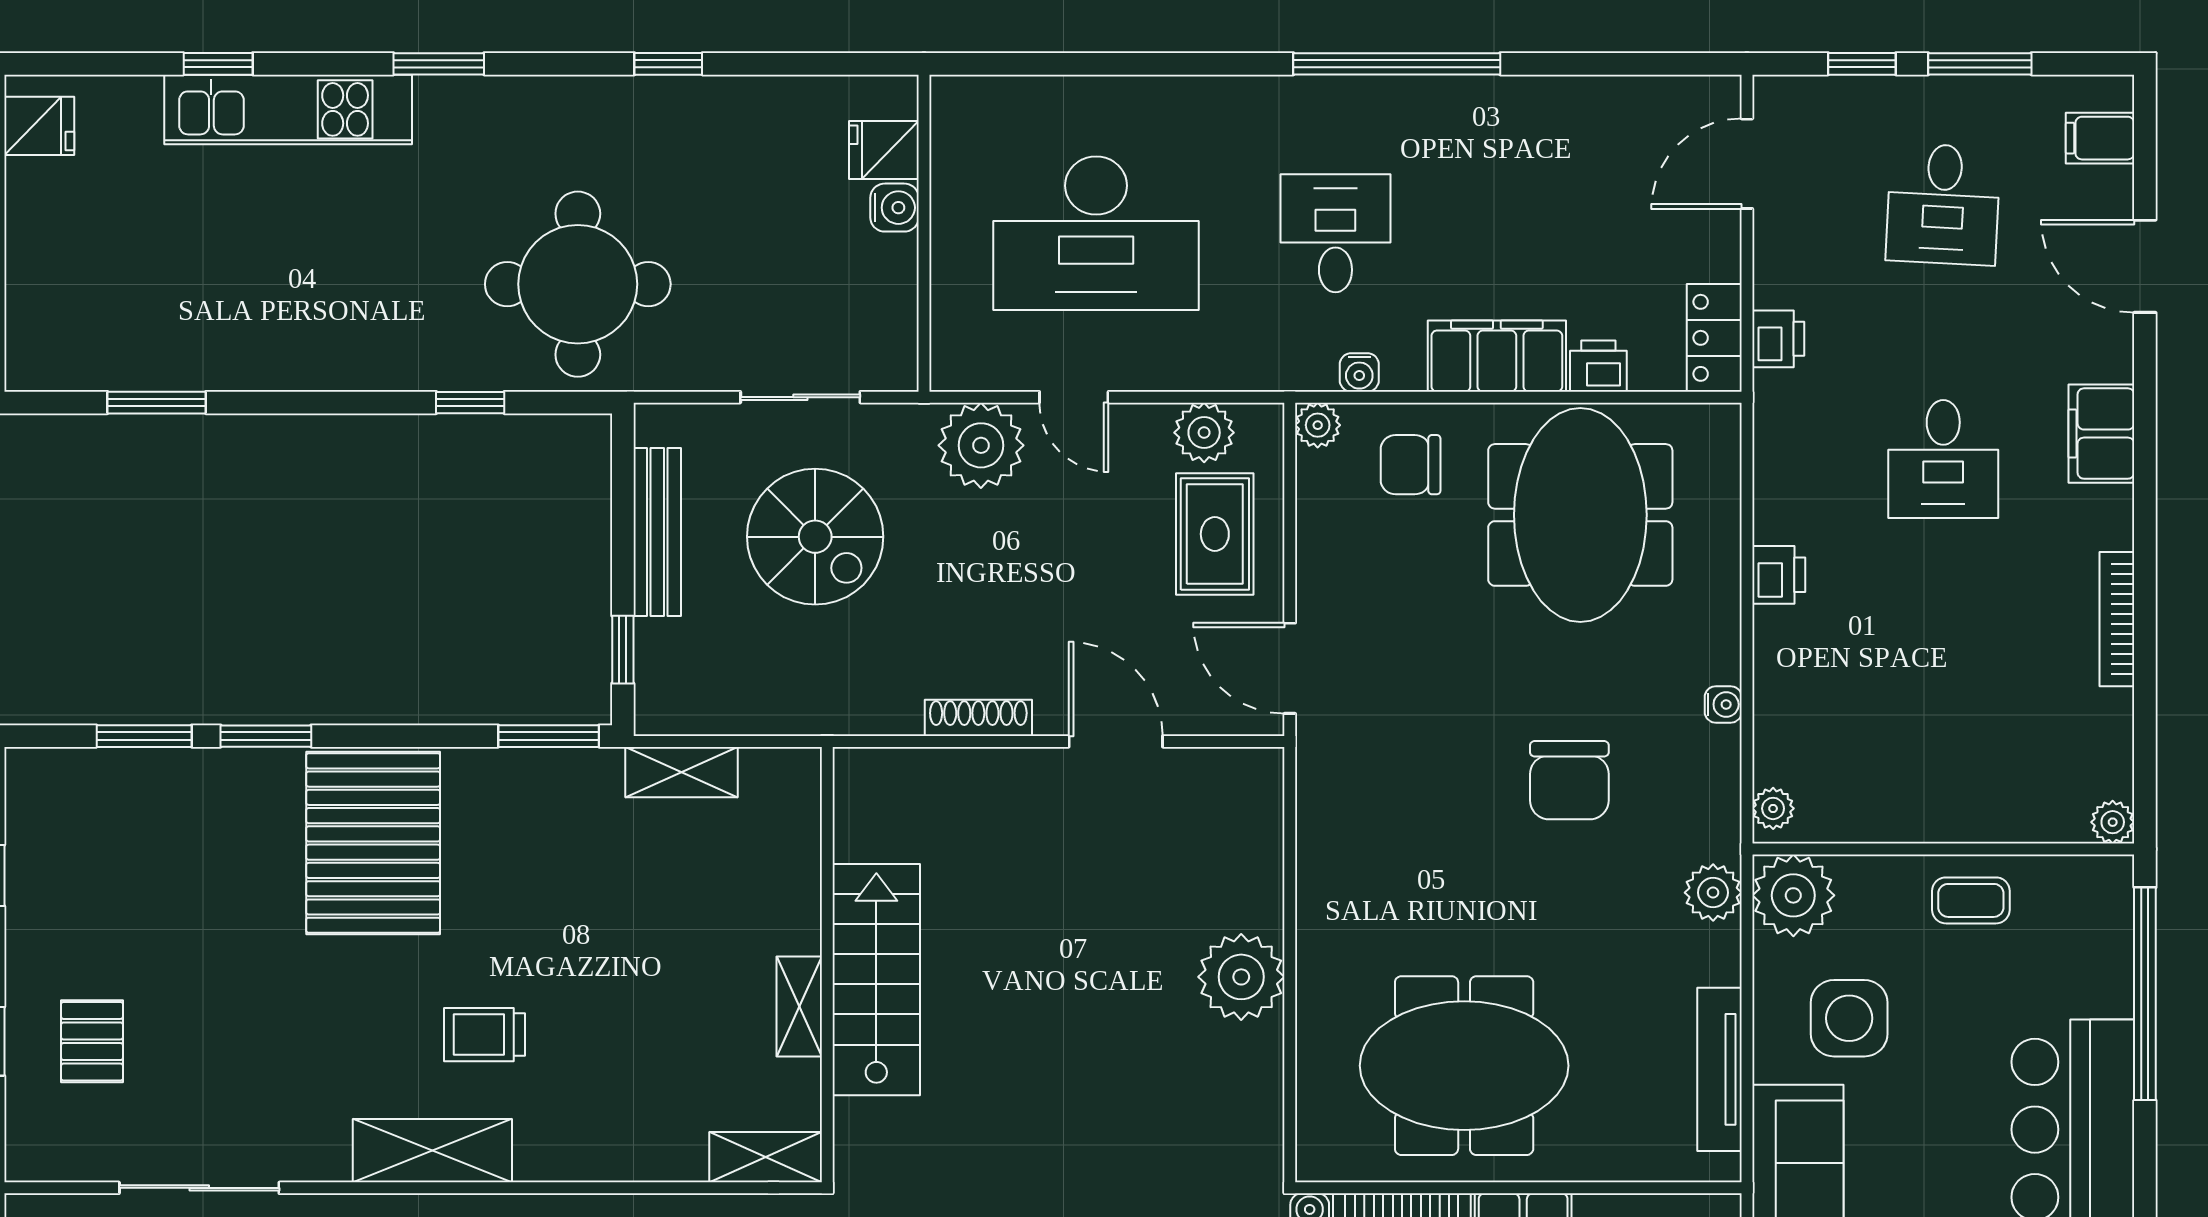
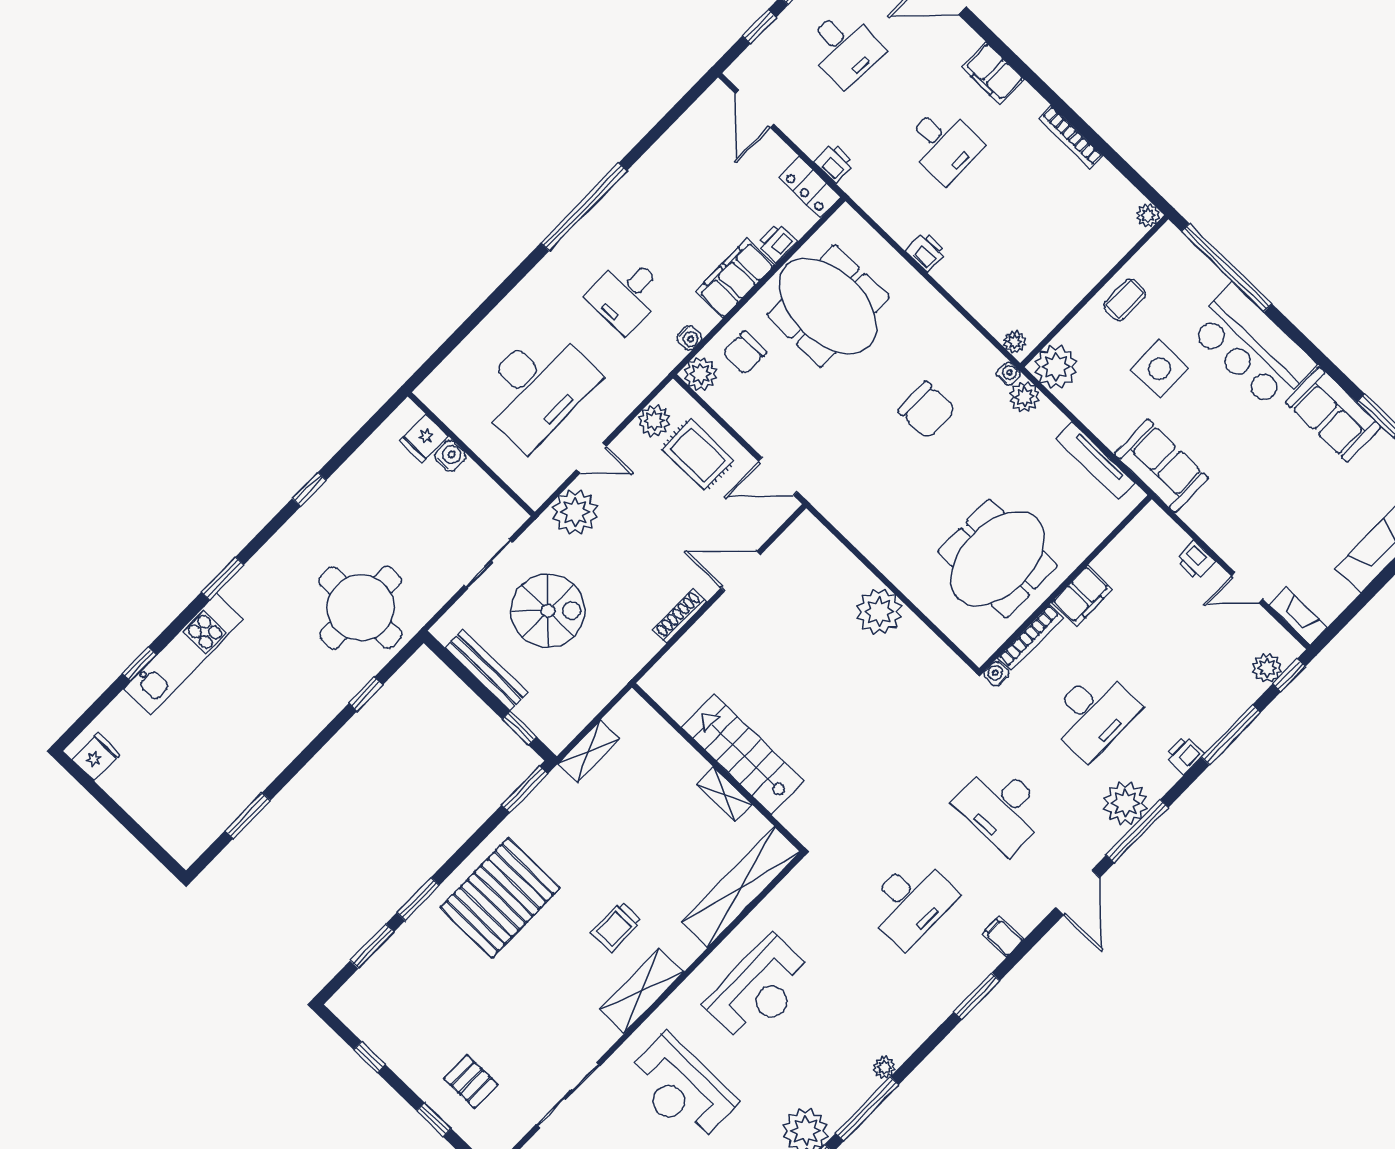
desk: (1335, 233) -> (626, 295), turned -90
plant: (1318, 425) -> (701, 374), width x1.38, depth x1.38
water cooler: (1723, 704) -> (1008, 374), moved
pallet: (373, 843) -> (500, 898), turned 90
side table: (1849, 1018) -> (1159, 369), moved
shelving: (766, 1157) -> (741, 887), width x2.20, depth x1.33

